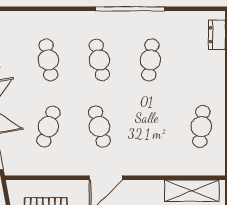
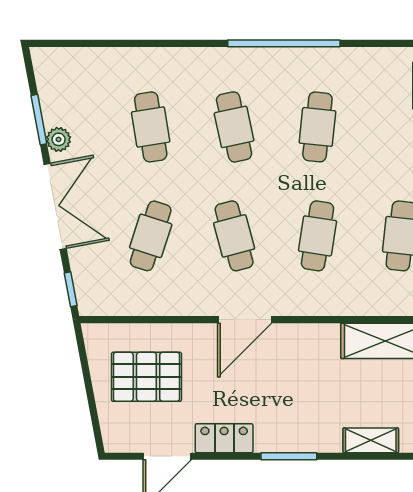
cafe table: (150, 127) -> (317, 236), added

